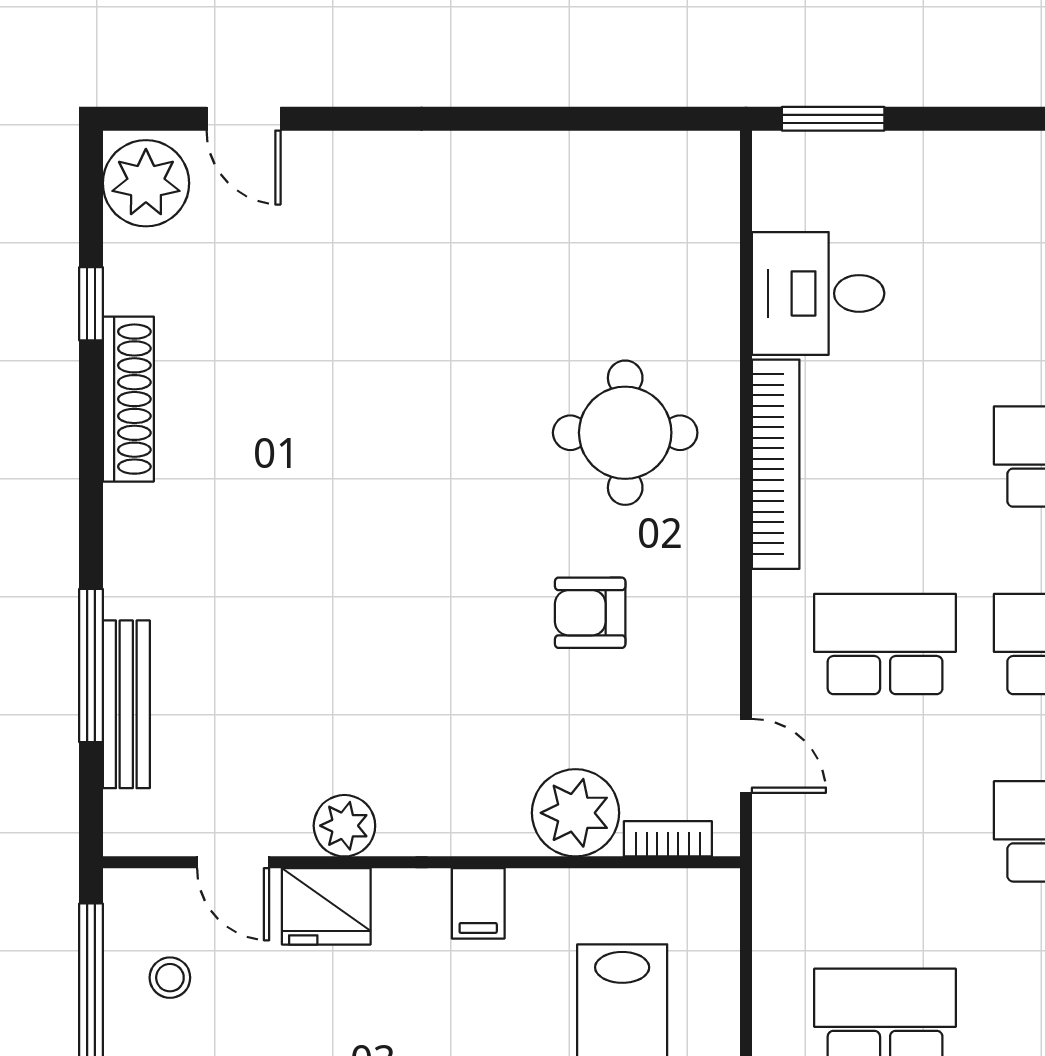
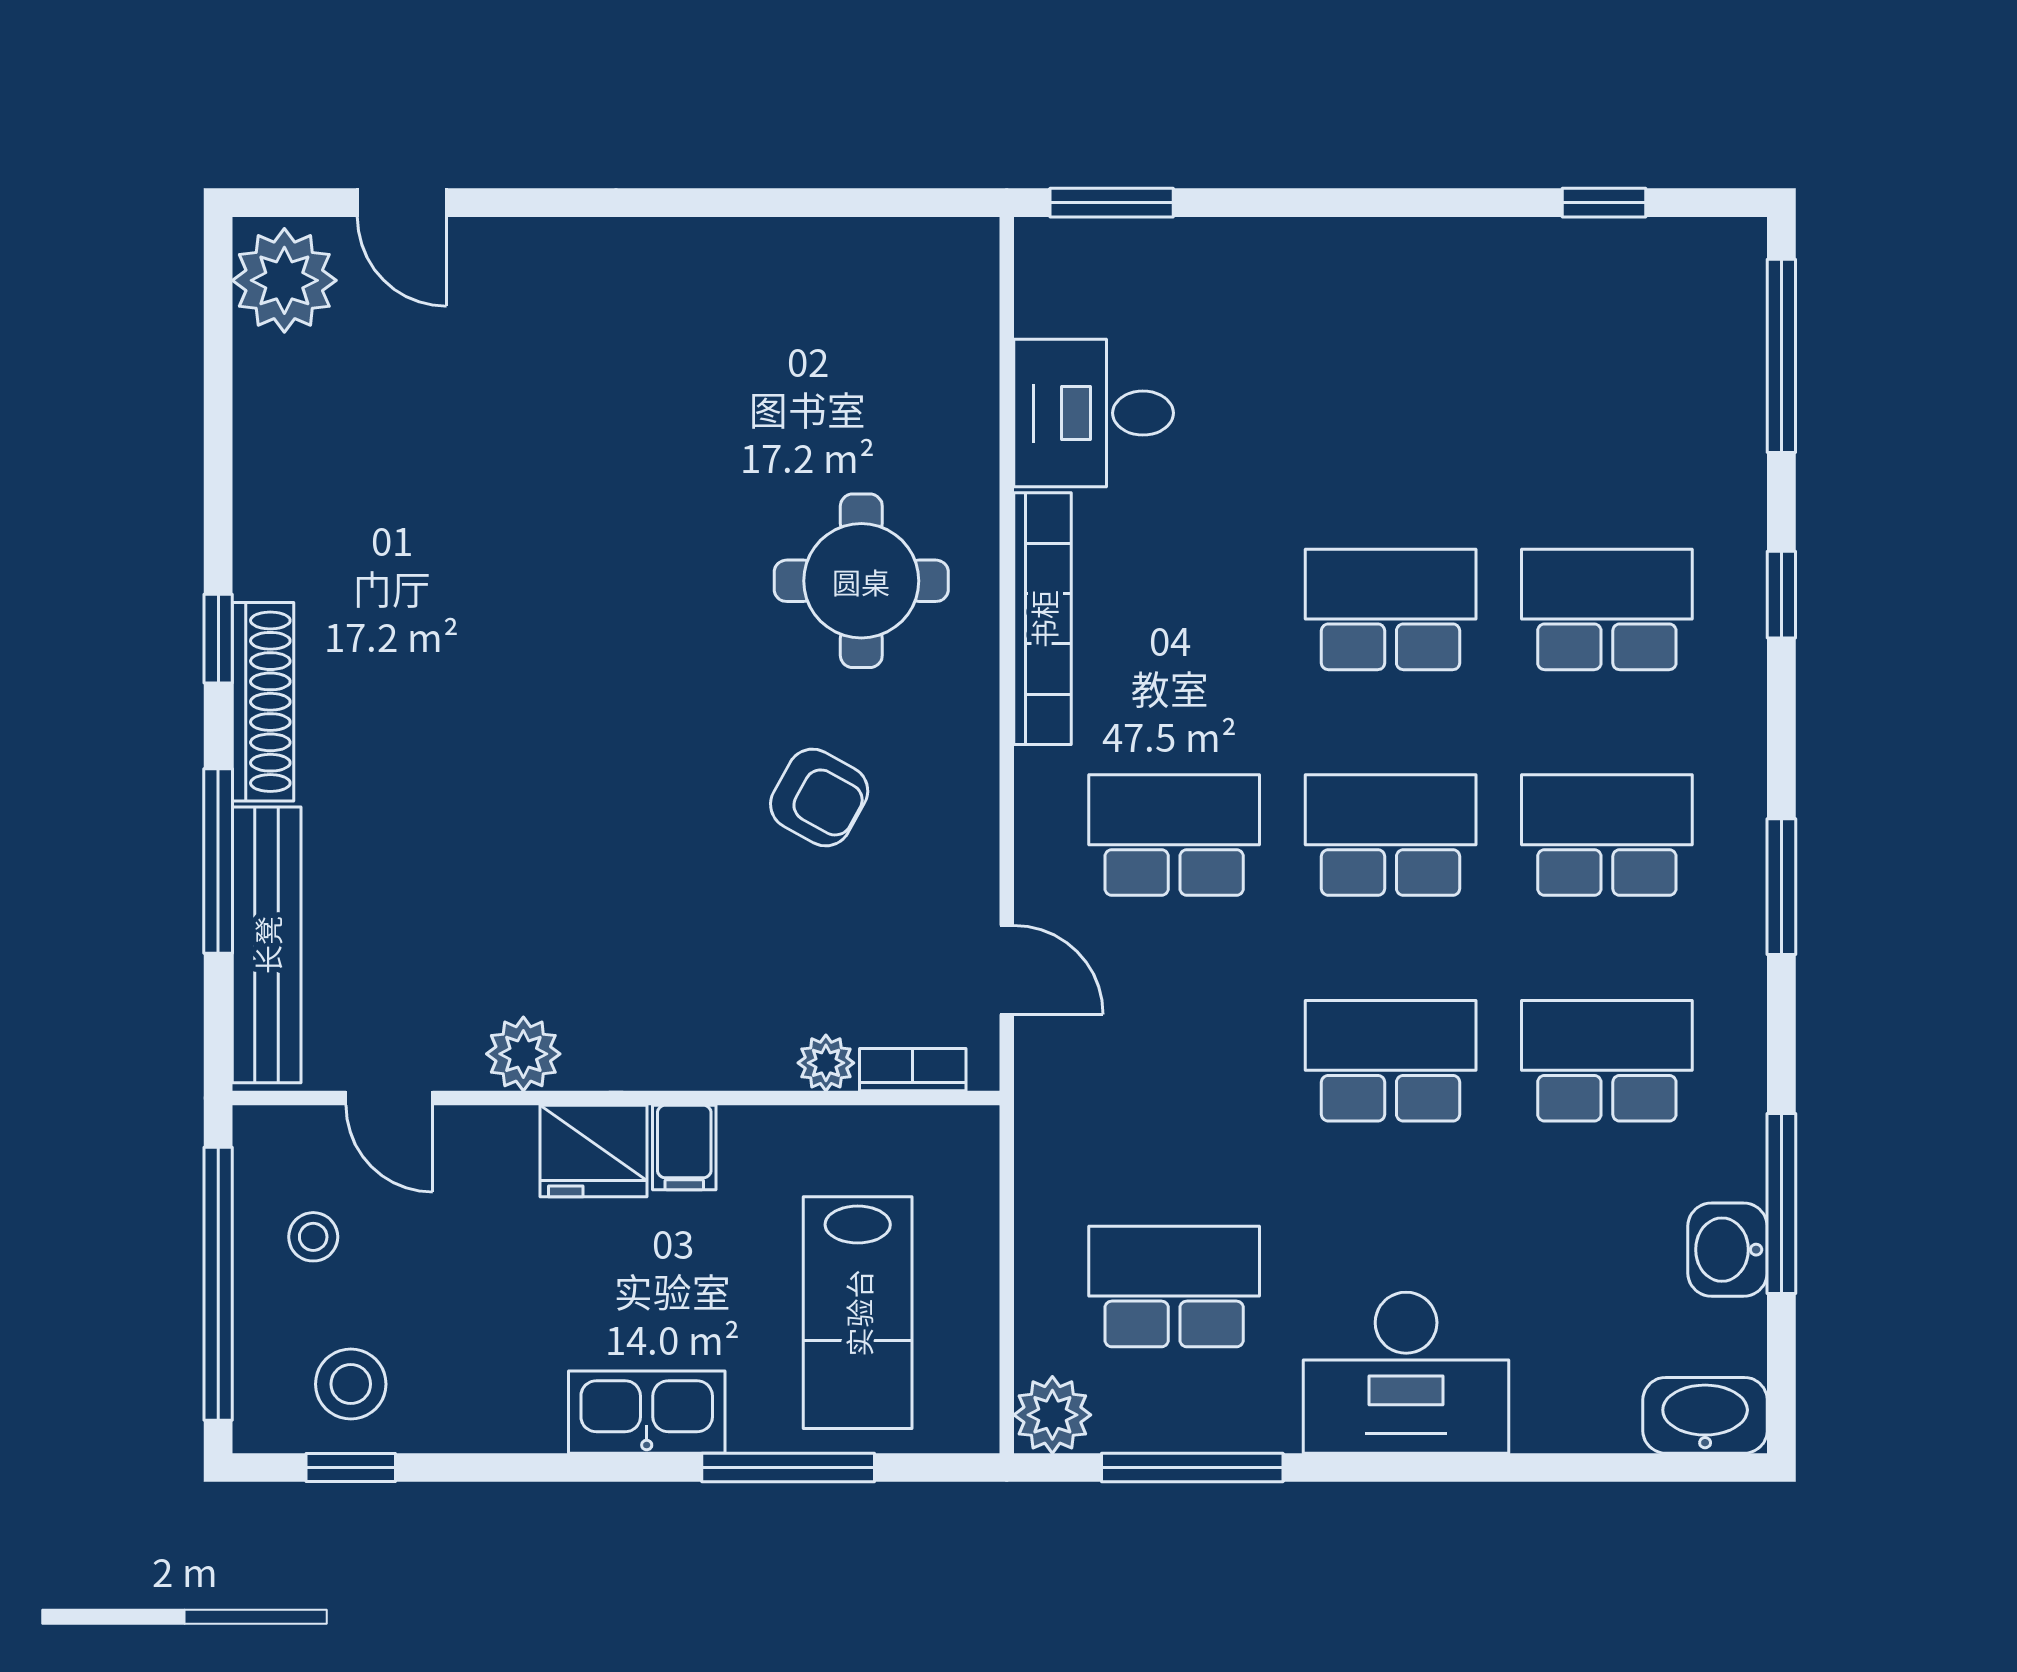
window: (91, 304) -> (218, 639), moved
shoe rack: (128, 399) -> (263, 702), moved
armchair: (590, 613) -> (819, 798), turned -151
bench: (126, 704) -> (267, 945), width x1.37, depth x1.21
plant: (575, 813) -> (826, 1063), width x0.53, depth x0.53
fridge: (326, 906) -> (593, 1151), moved

